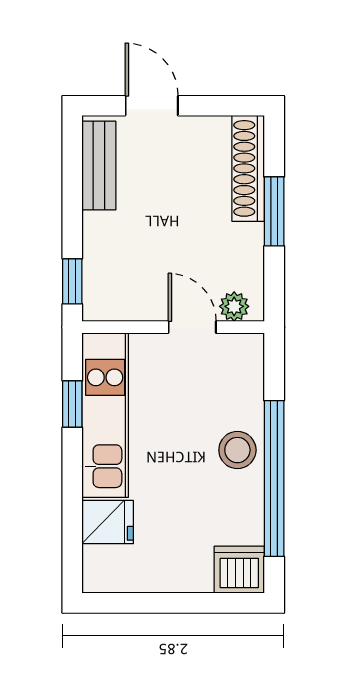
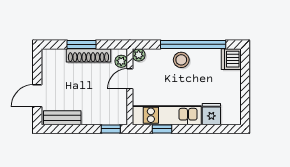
shoe rack: (248, 168) -> (88, 55), moved
plant: (249, 348) -> (139, 55), added

